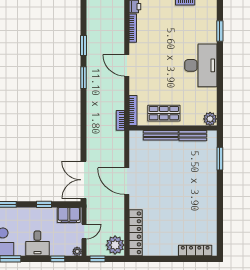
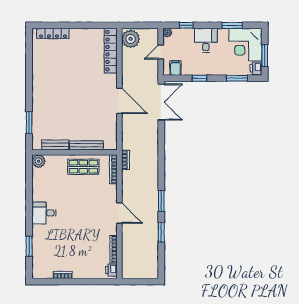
desk: (201, 65) -> (44, 213), width x0.53, depth x0.77
filing cabinet: (69, 215) -> (175, 68), width x0.50
window: (98, 259) -> (148, 25), removed

